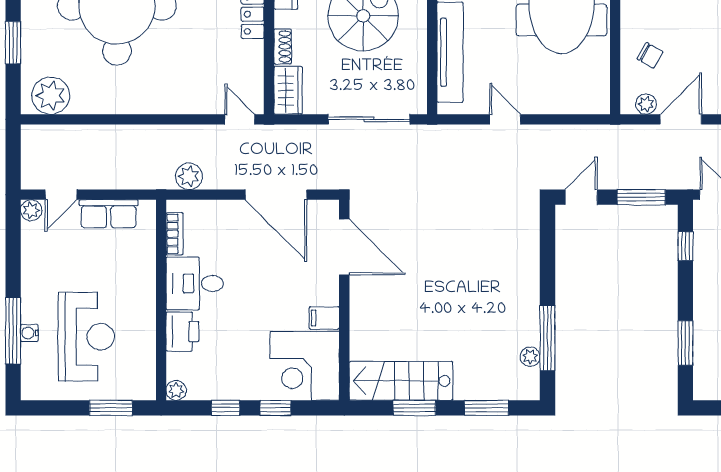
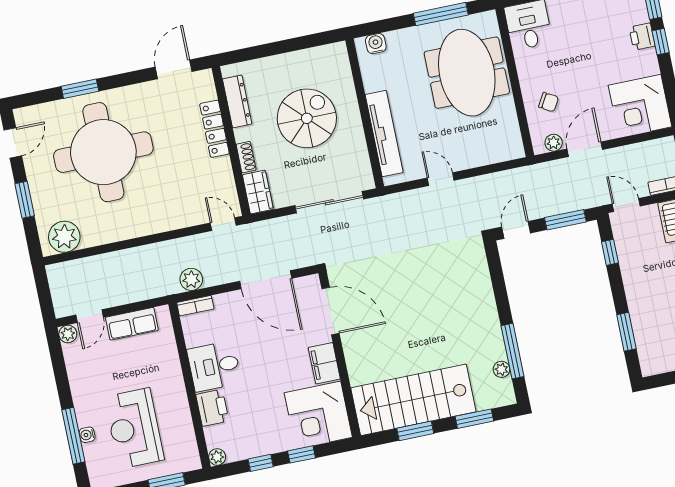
bookcase: (175, 234) -> (195, 306), moved, turned 90
filing cabinet: (324, 318) -> (324, 363), width x2.00
reception desk: (86, 337) -> (134, 428), turned 180
stairs: (401, 381) -> (413, 400), width x1.36, depth x1.51

